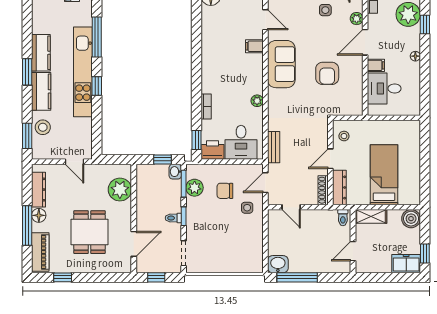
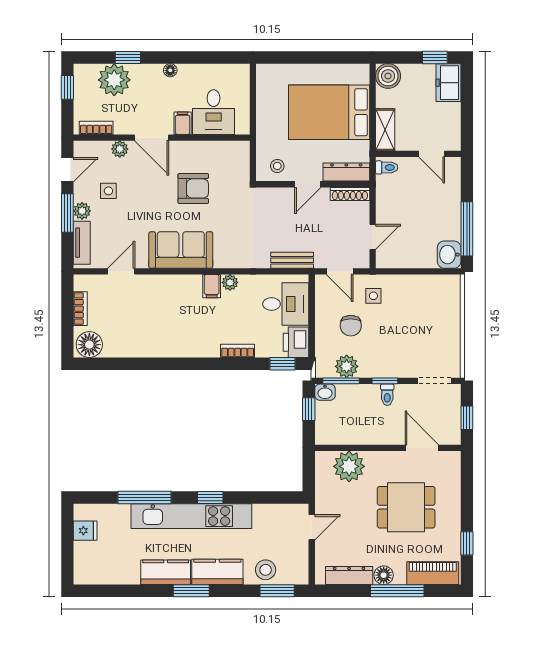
filing cabinet: (254, 46) -> (212, 286), moved
door: (330, 159) -> (308, 184), hinge flipped
bed: (384, 175) -> (329, 112), width x1.50

